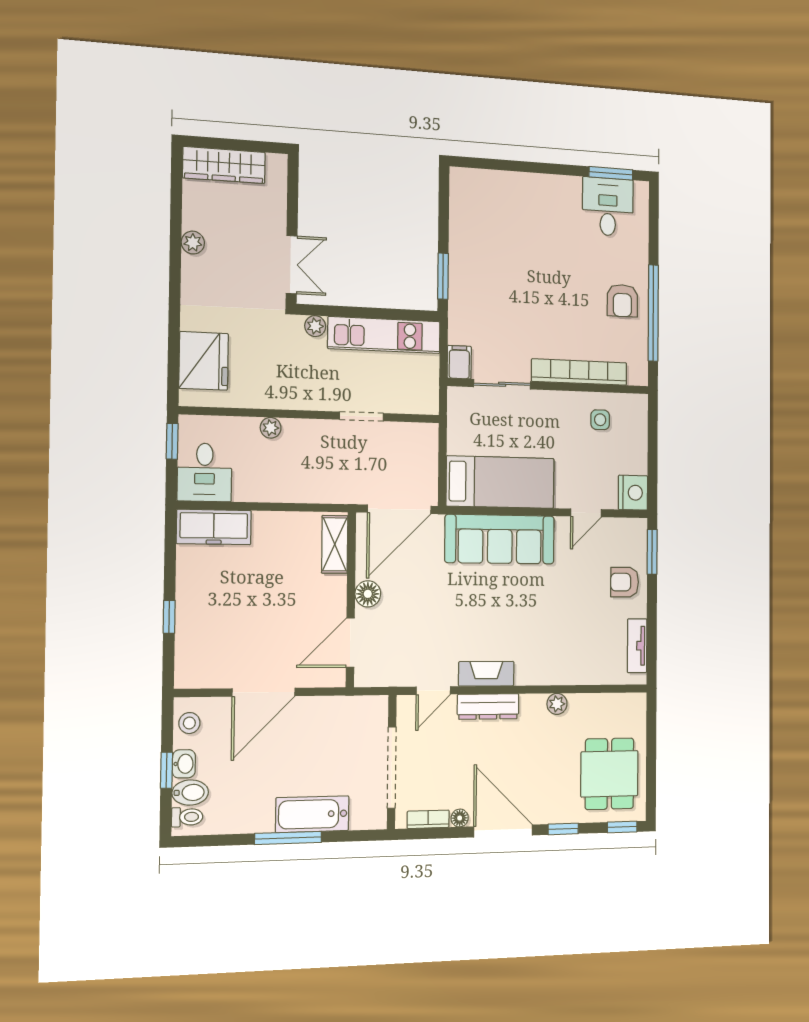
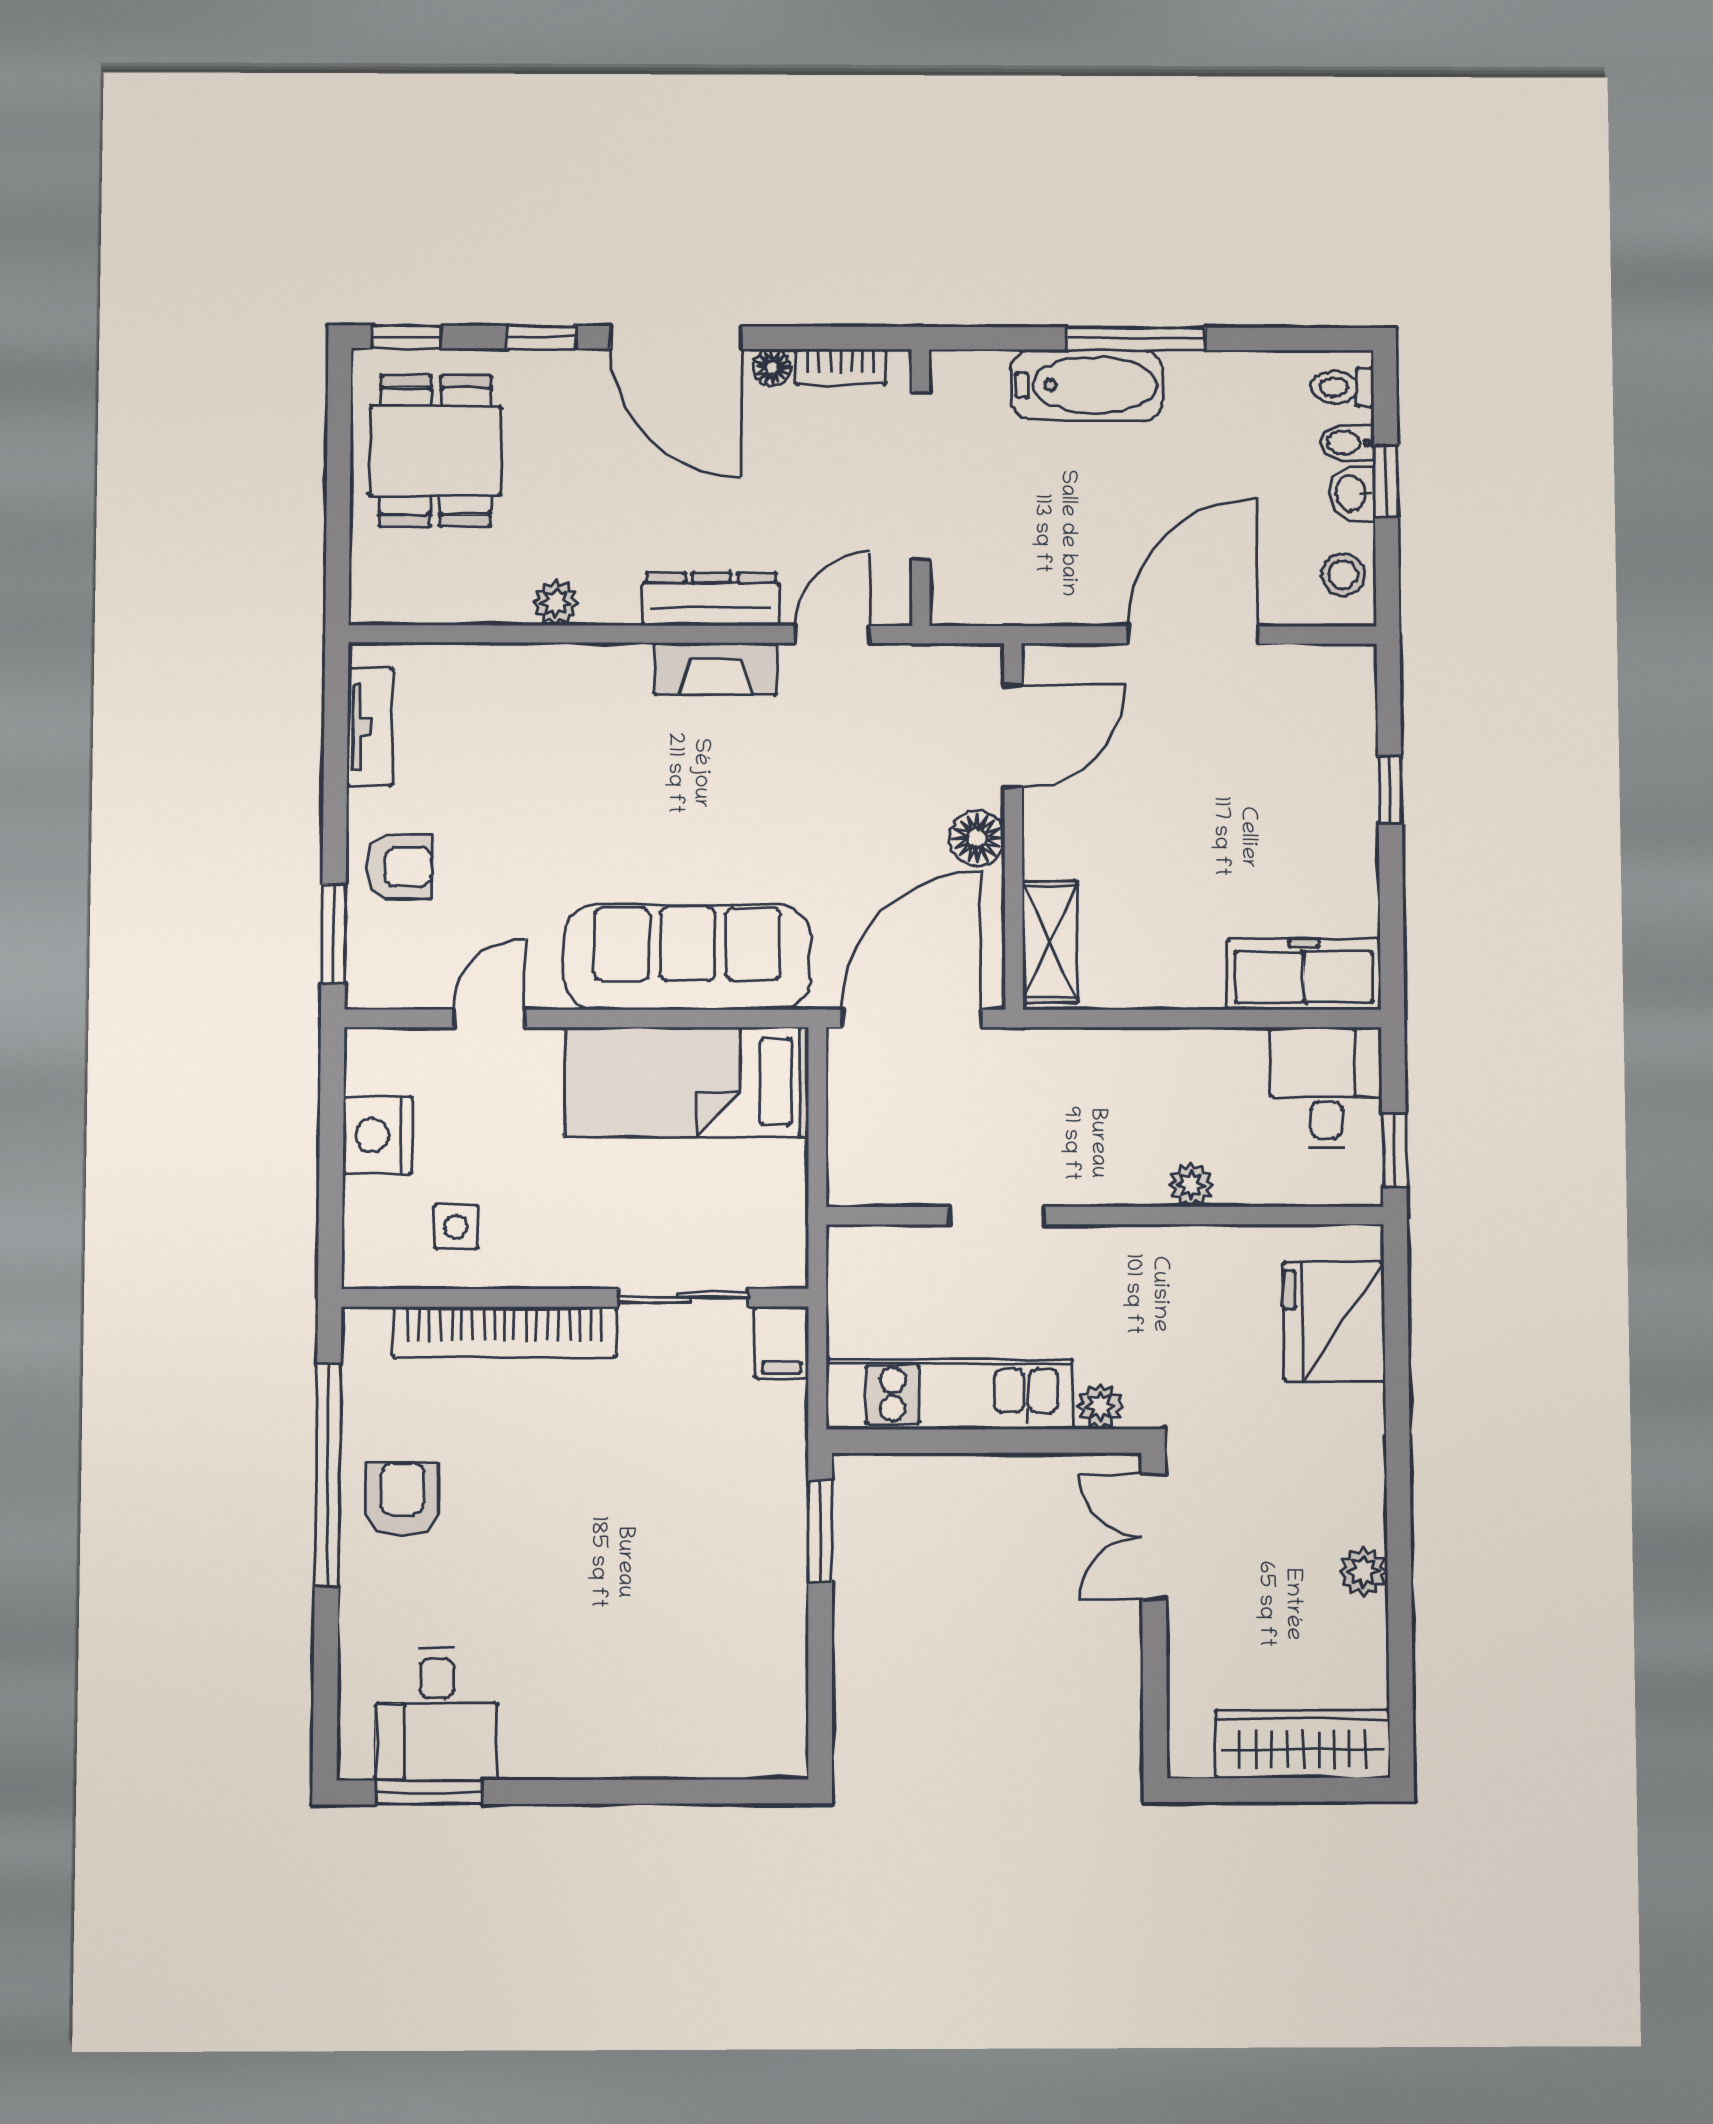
nightstand: (633, 493) -> (378, 1135), moved
bidet: (190, 793) -> (1347, 443), width x0.72, depth x0.74

